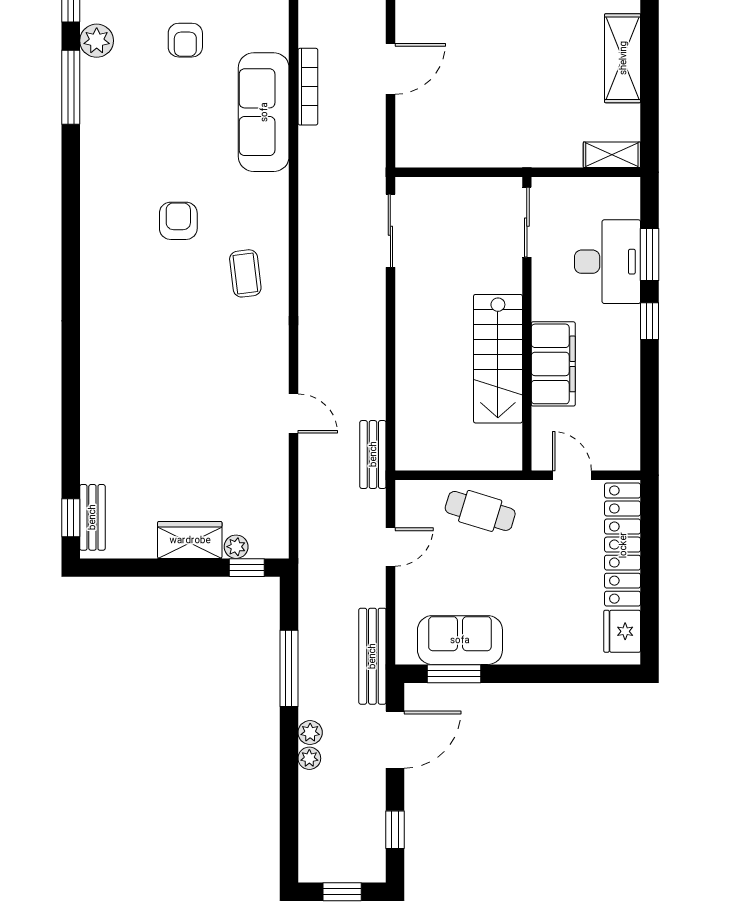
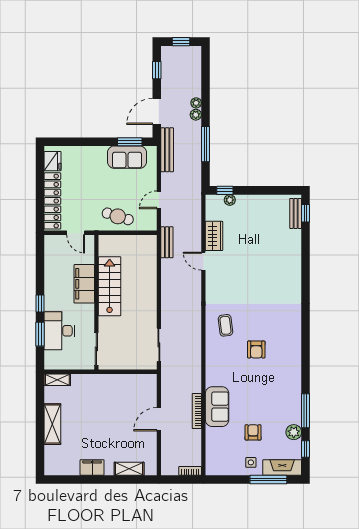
sofa: (264, 112) -> (217, 407), width x0.73
wardrobe: (190, 540) -> (214, 236), moved, turned -90

